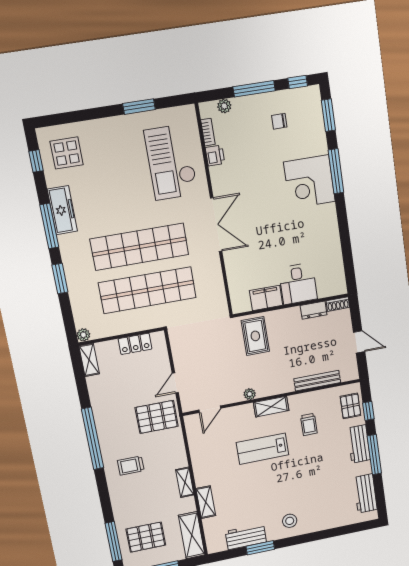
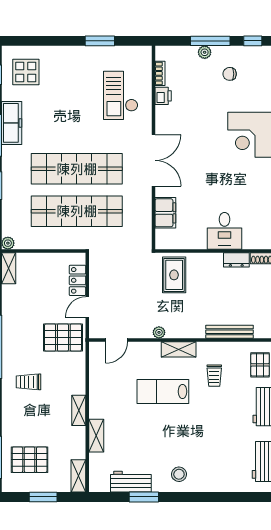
plant: (224, 106) -> (205, 52), moved
checkout: (171, 162) -> (121, 95), width x0.73, depth x0.83
filing cabinet: (266, 298) -> (165, 213), moved, turned 90
locker: (135, 344) -> (77, 280), moved, turned 90
shelving: (192, 535) -> (78, 476), width x0.67, depth x0.75

